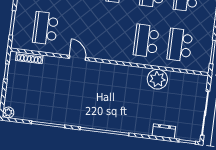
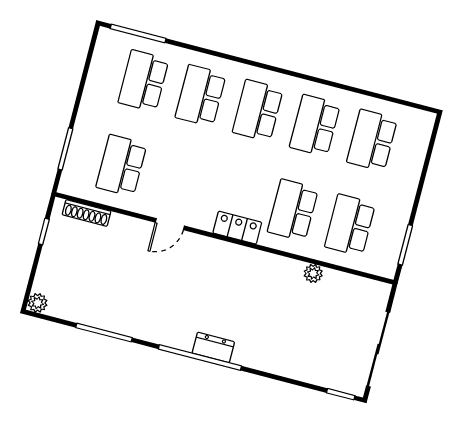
locker: (116, 55) -> (237, 228), added
door: (77, 58) -> (170, 224), swing flipped
plant: (157, 79) -> (313, 273), width x0.53, depth x0.53
dresser: (164, 131) -> (213, 347), moved

